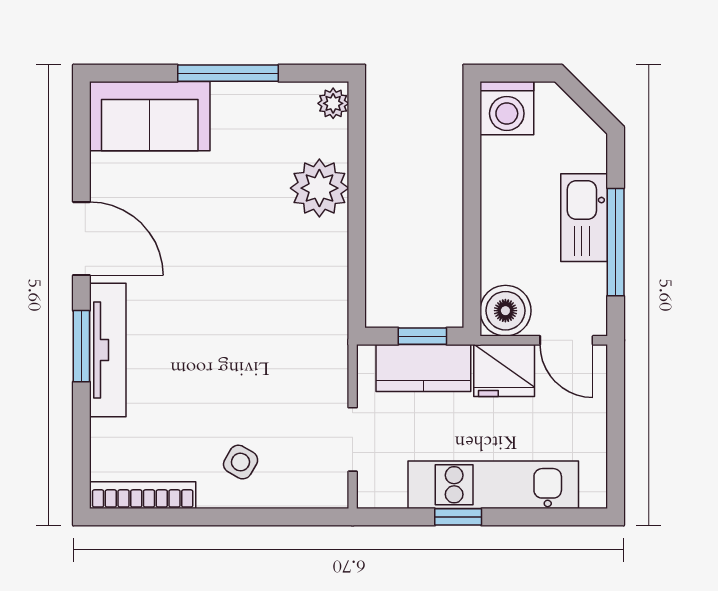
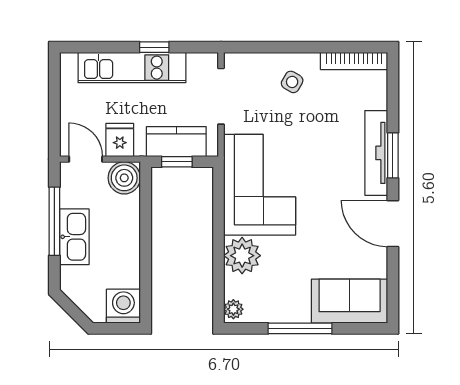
corner sofa: (292, 300) -> (260, 185), added
fridge: (504, 370) -> (120, 140), width x0.72
doorway: (353, 439) -> (221, 96), width x1.38

